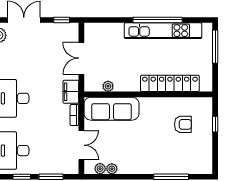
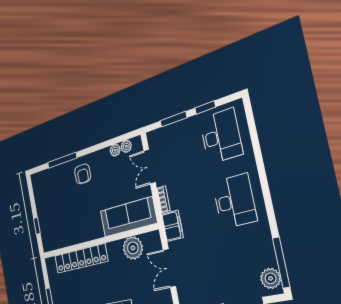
double door: (81, 58) -> (169, 268), swing flipped
plant: (108, 86) -> (133, 248), width x1.88, depth x1.88
armchair: (183, 124) -> (83, 174), moved, turned -90

